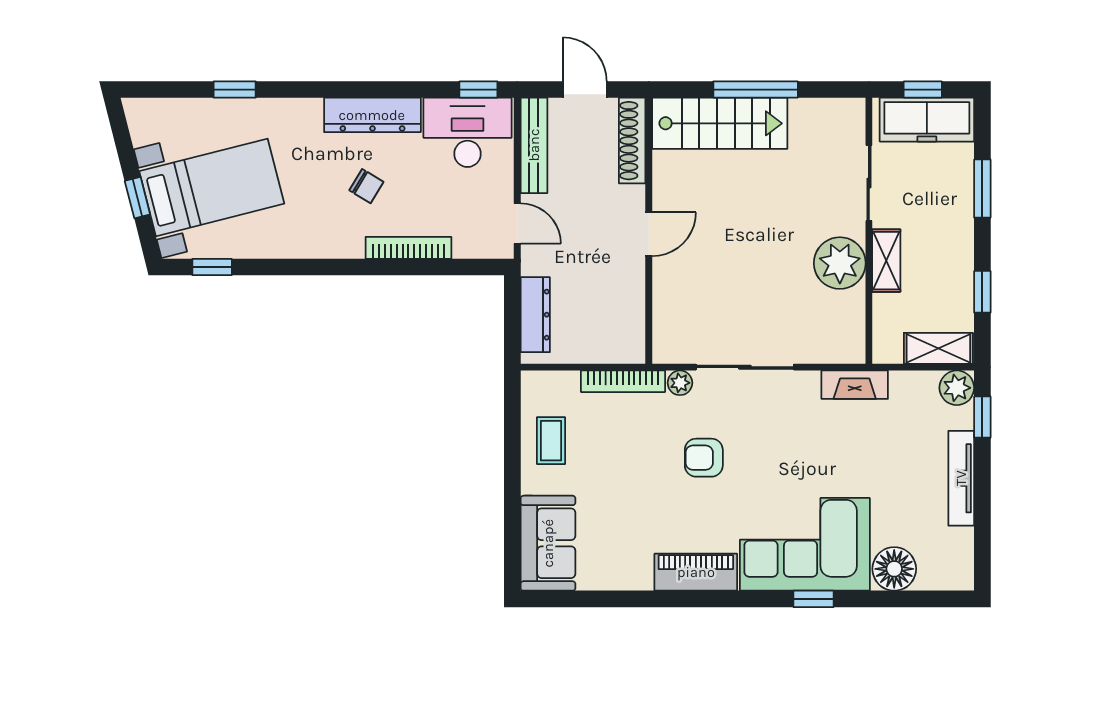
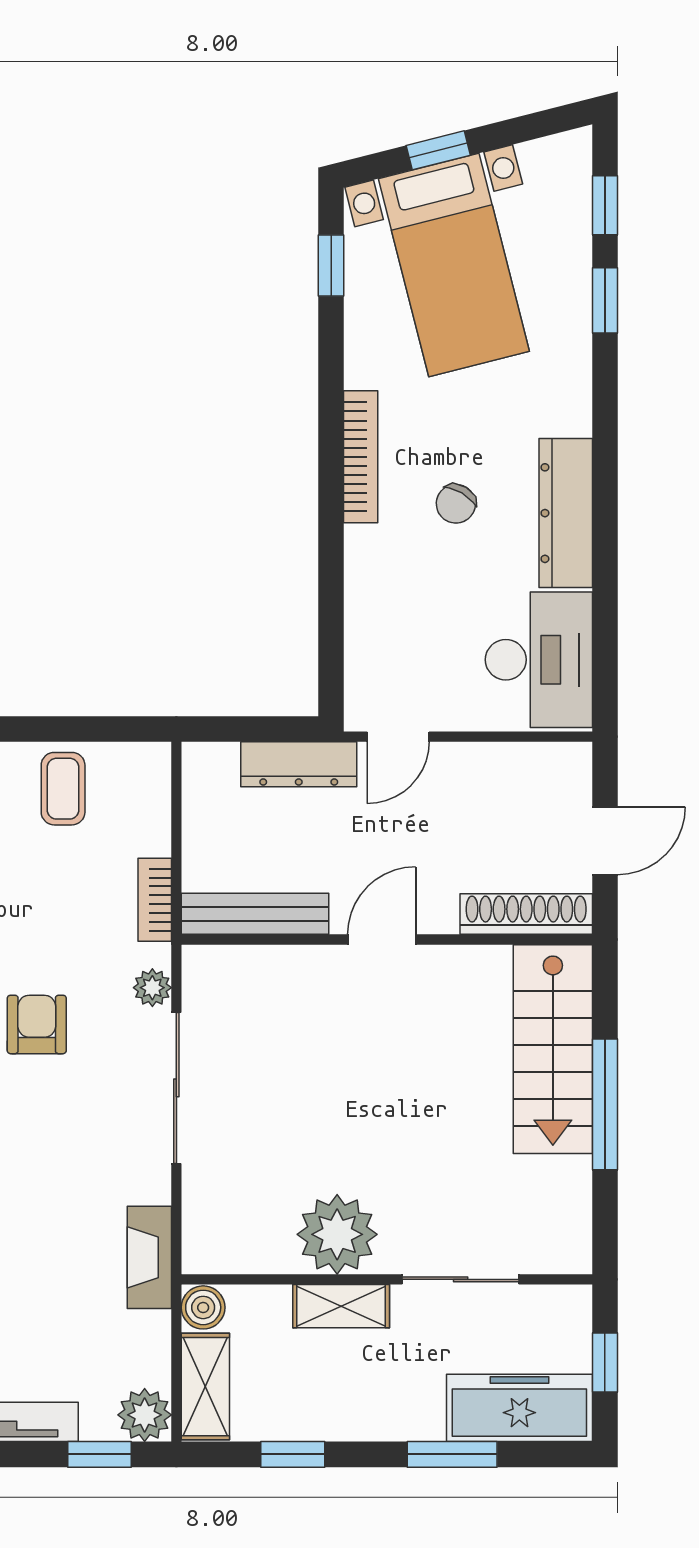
window: (478, 90) -> (605, 205), moved
freezer: (927, 120) -> (519, 1408), moved, turned 90
bench: (534, 145) -> (255, 914), moved
door: (649, 234) -> (382, 939), swing flipped
bookcase: (408, 248) -> (361, 457), moved
dresser: (535, 315) -> (299, 764), moved
boiler: (887, 350) -> (203, 1307), added
bookcase: (623, 381) -> (155, 900), width x0.64
coffee table: (551, 441) -> (63, 789), turned 90

